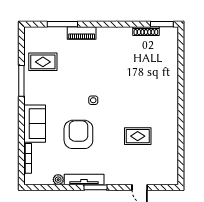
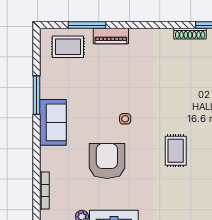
rug: (43, 62) -> (68, 47), moved
sofa: (35, 124) -> (53, 122), moved
rug: (138, 136) -> (176, 151), moved, turned 90

